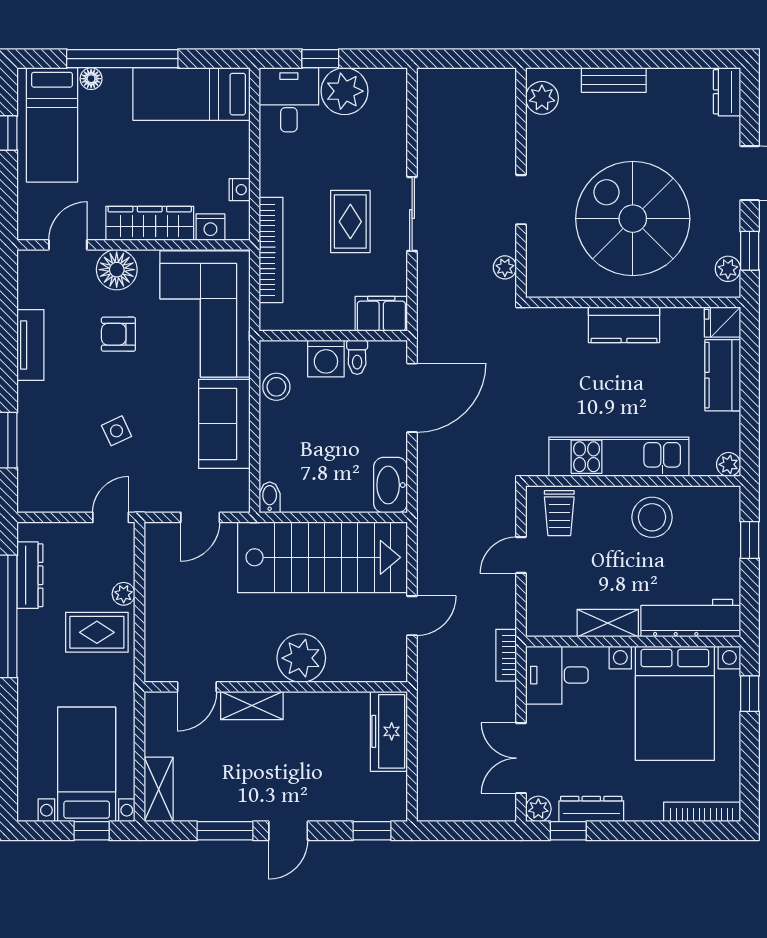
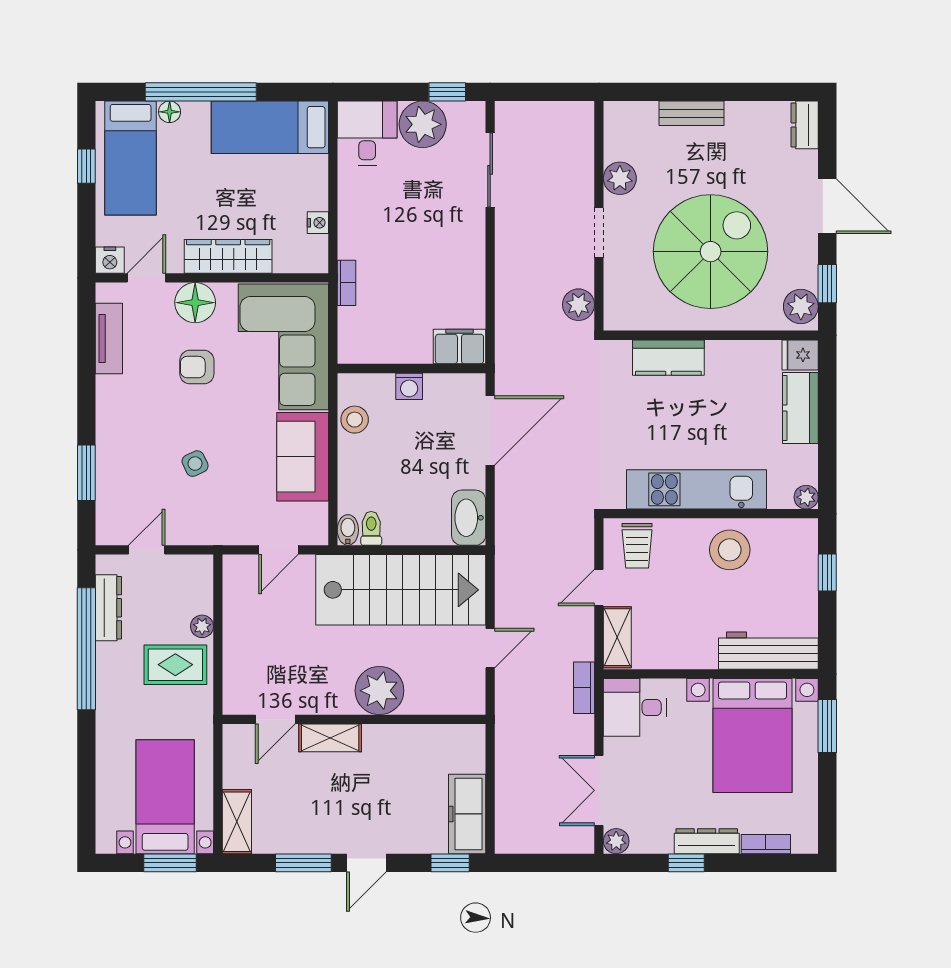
window: (320, 59) -> (447, 92), moved
plant: (542, 98) -> (620, 178), moved
sliding door: (412, 214) -> (490, 170), moved
spiral stairs: (633, 219) -> (711, 252), turned 90
rug: (350, 222) -> (428, 255), removed
nightstand: (210, 227) -> (110, 260), moved
bookcase: (271, 250) -> (346, 283), width x0.43, depth x0.76
plant: (505, 267) -> (578, 305), width x1.38, depth x1.38
plant: (728, 269) -> (801, 306), width x1.38, depth x1.38
kitchen counter: (624, 325) -> (668, 358), moved
tv unit: (30, 345) -> (109, 338), moved
toilet: (357, 357) -> (371, 528), moved, turned 180
washing machine: (326, 358) -> (409, 386), width x0.73, depth x0.73
door: (111, 517) -> (147, 550), moved
shelving: (608, 623) -> (617, 637), moved, turned 90
window: (750, 694) -> (827, 726), width x1.50
freezer: (389, 731) -> (467, 814), moved
dresser: (591, 809) -> (707, 841), moved
bookcase: (702, 812) -> (766, 844), width x0.64
window: (92, 831) -> (170, 863), width x1.50
window: (568, 831) -> (686, 863), moved

